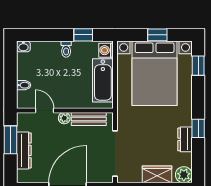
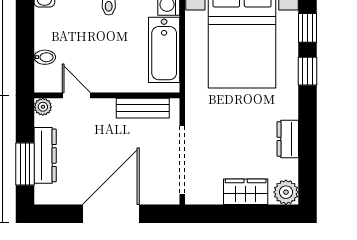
plant: (64, 118) -> (43, 107), moved
window: (198, 128) -> (307, 71), moved
window: (11, 140) -> (25, 164), moved

